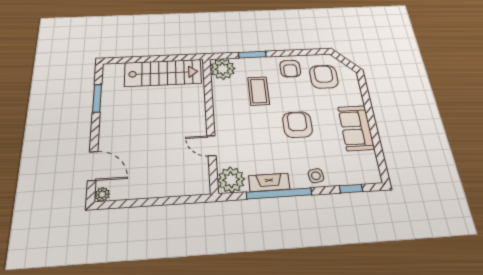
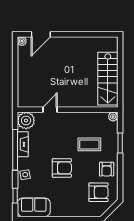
plant: (223, 69) -> (113, 117), width x0.53, depth x0.53
armchair: (290, 69) -> (107, 169), turned -90
window: (97, 98) -> (90, 34), removed
sofa: (356, 128) -> (34, 207), moved

